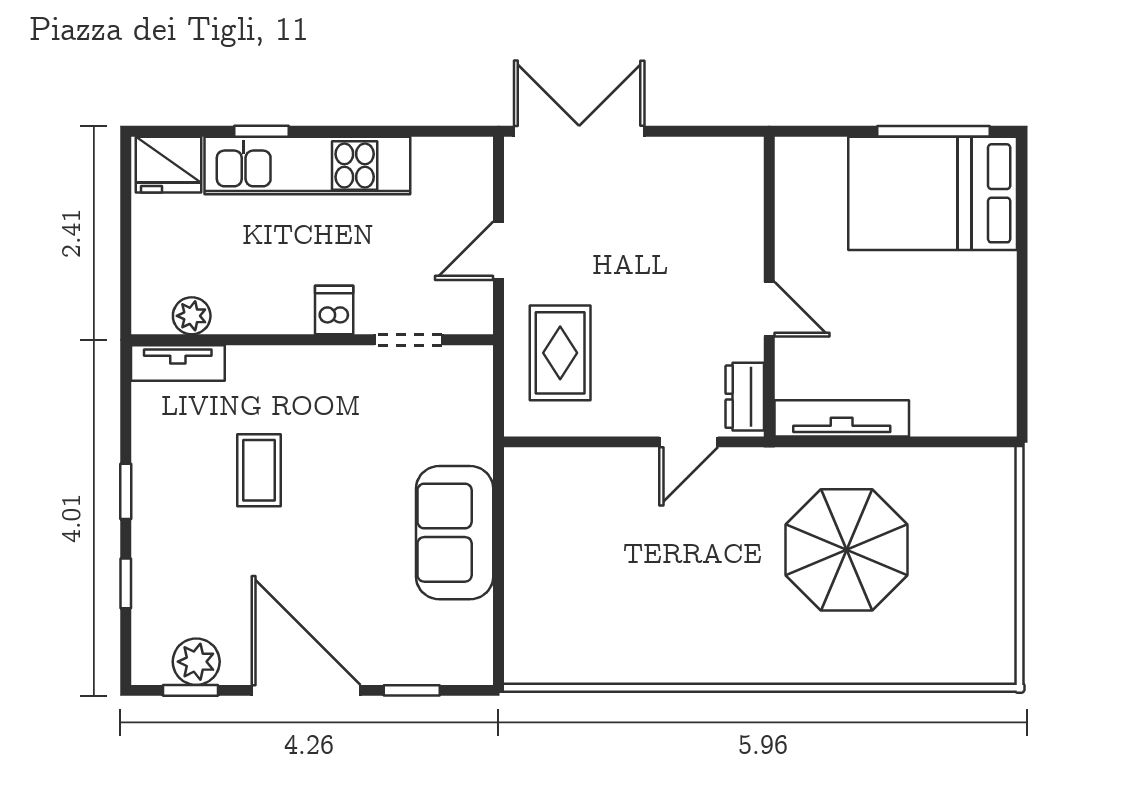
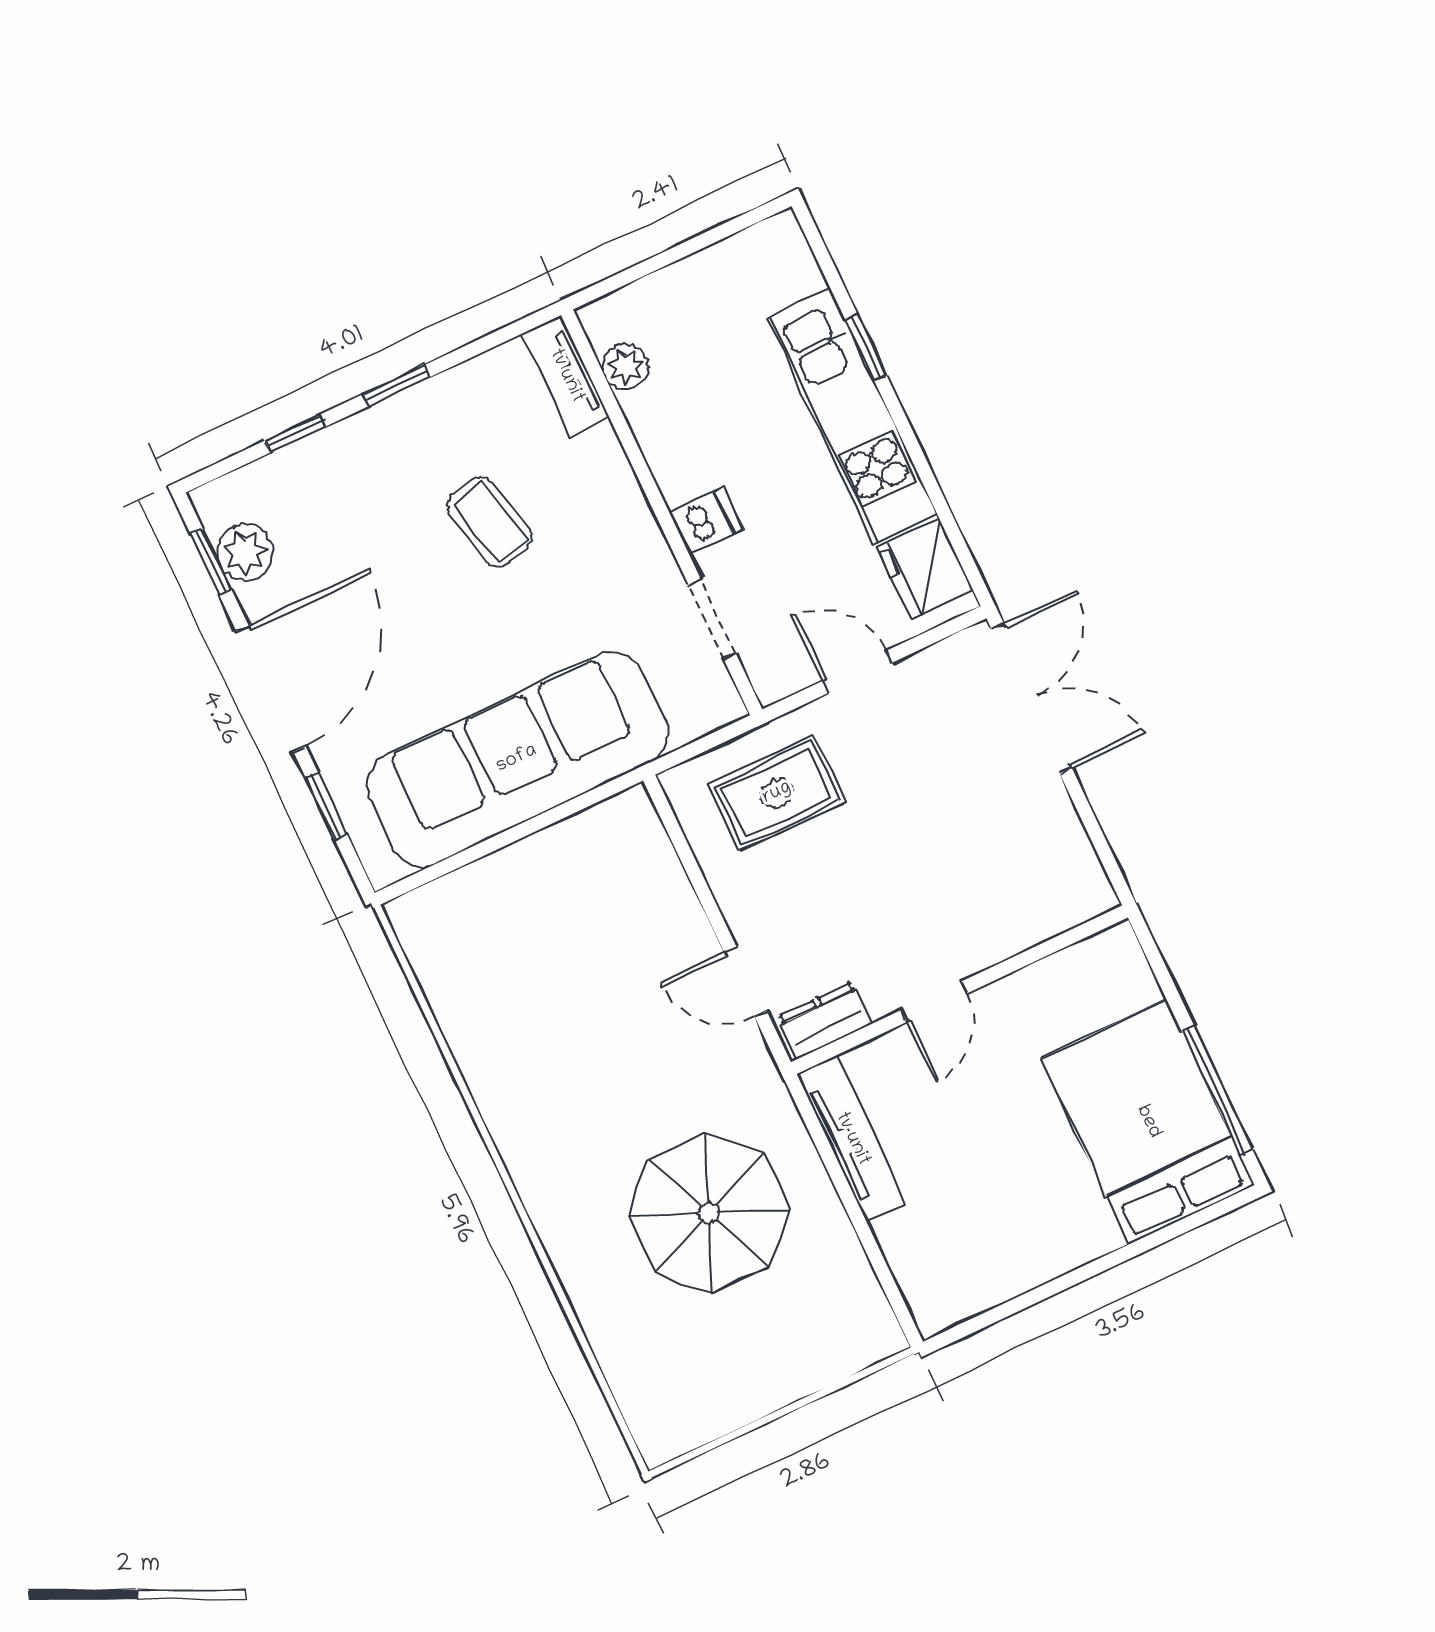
fridge: (168, 165) -> (925, 569), moved
coffee table: (259, 470) -> (490, 522), turned 76
sofa: (455, 533) -> (517, 759), width x1.85, depth x1.27

